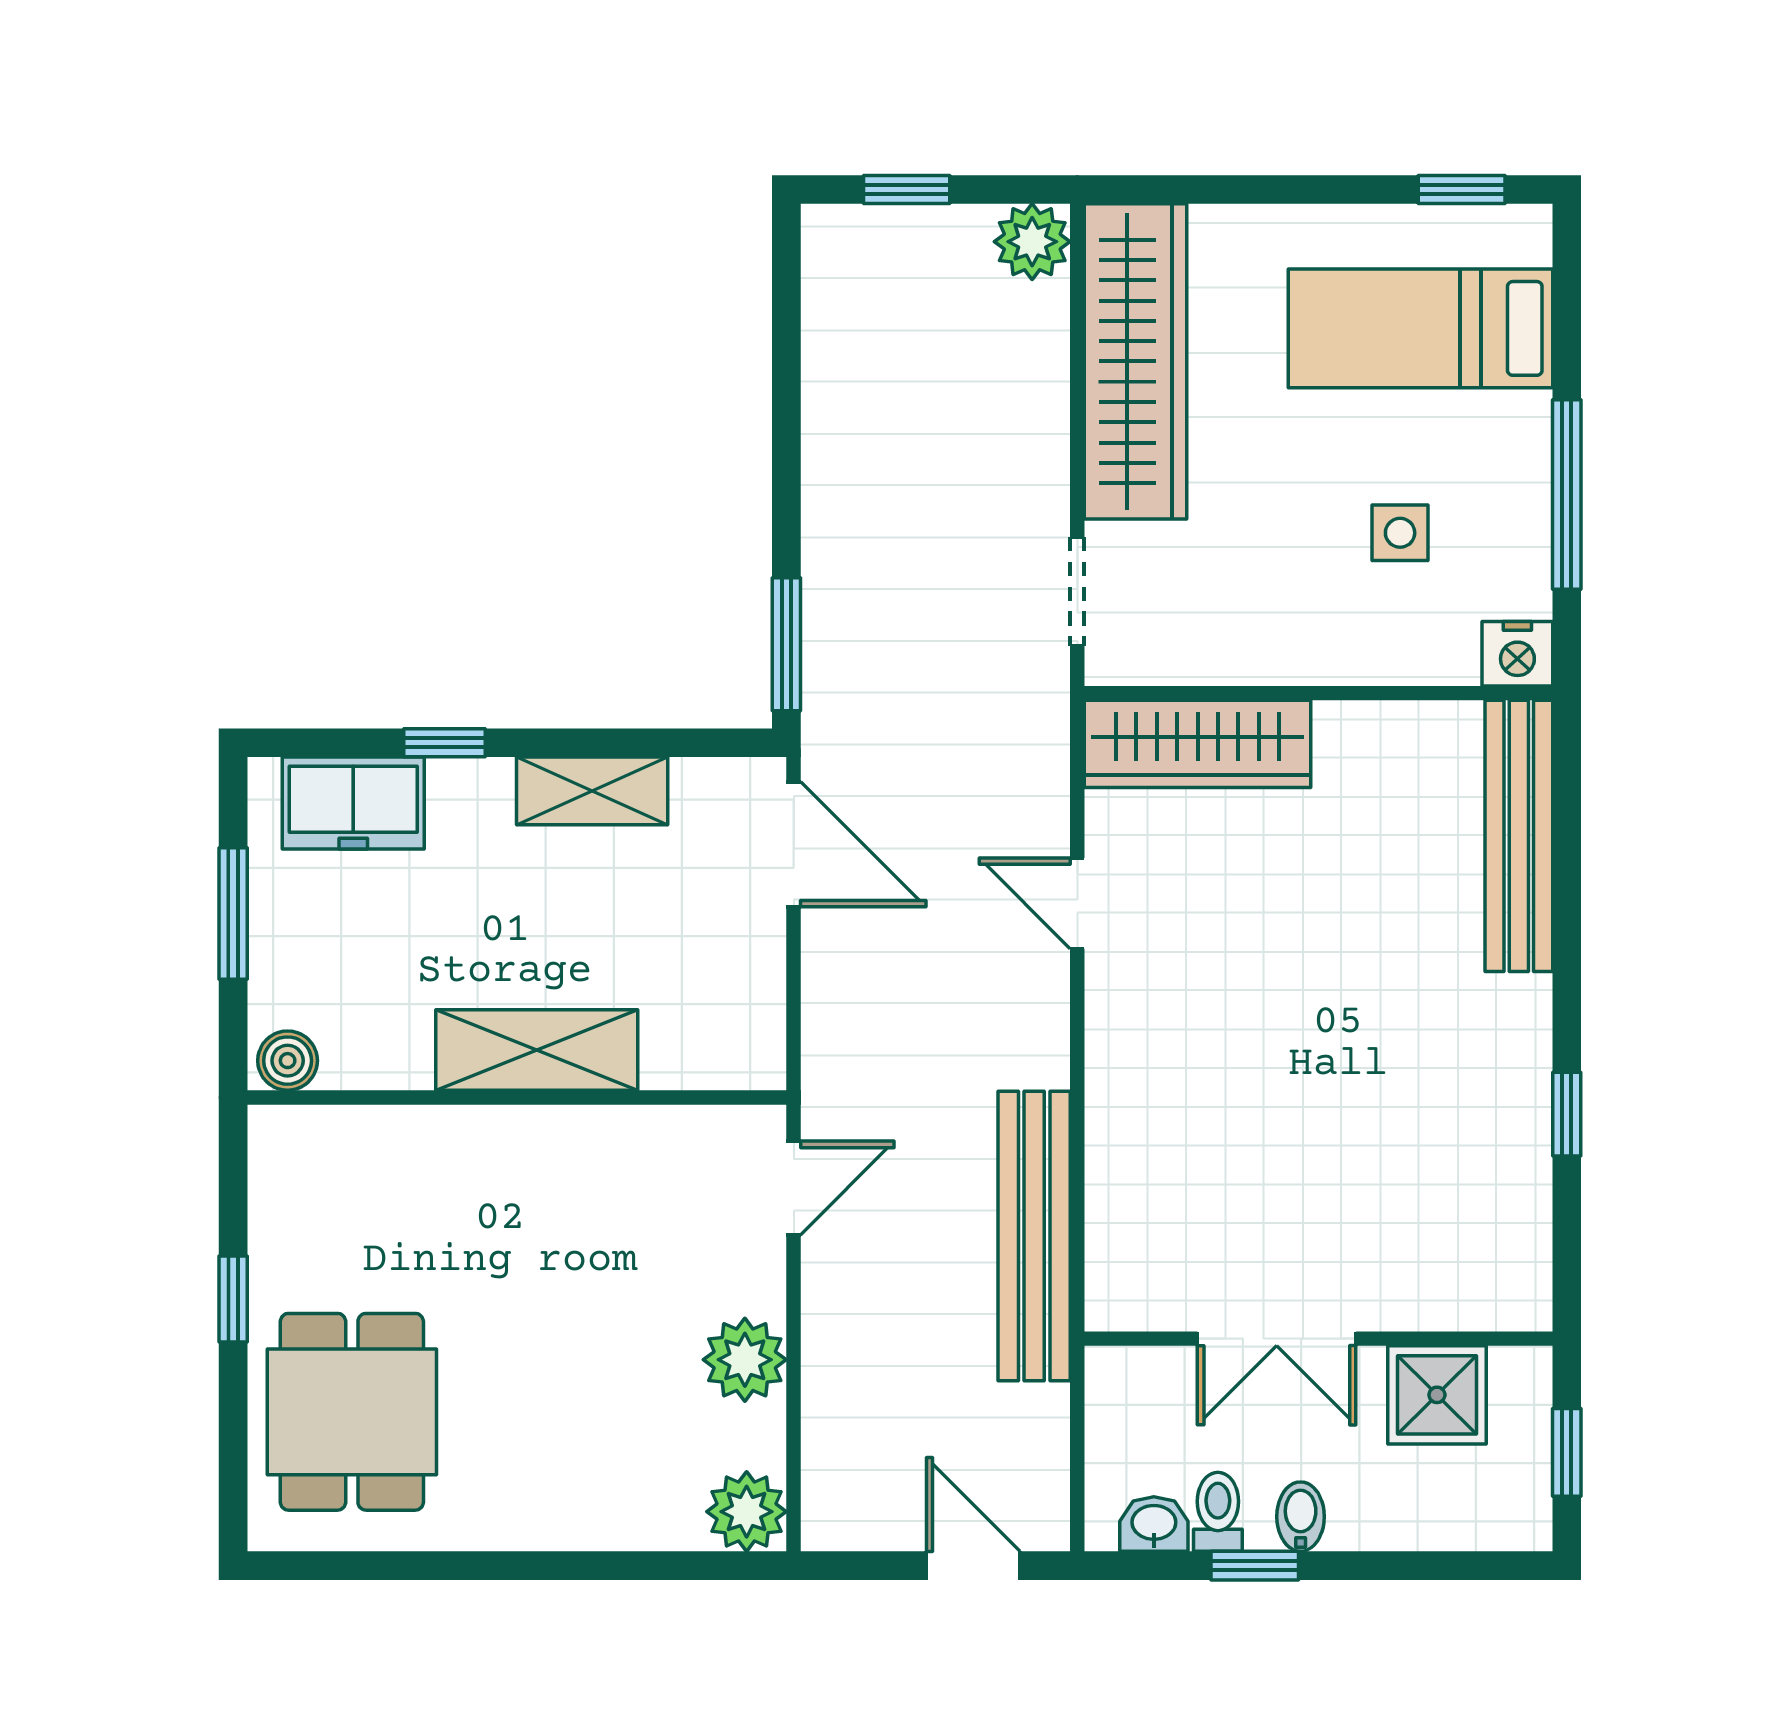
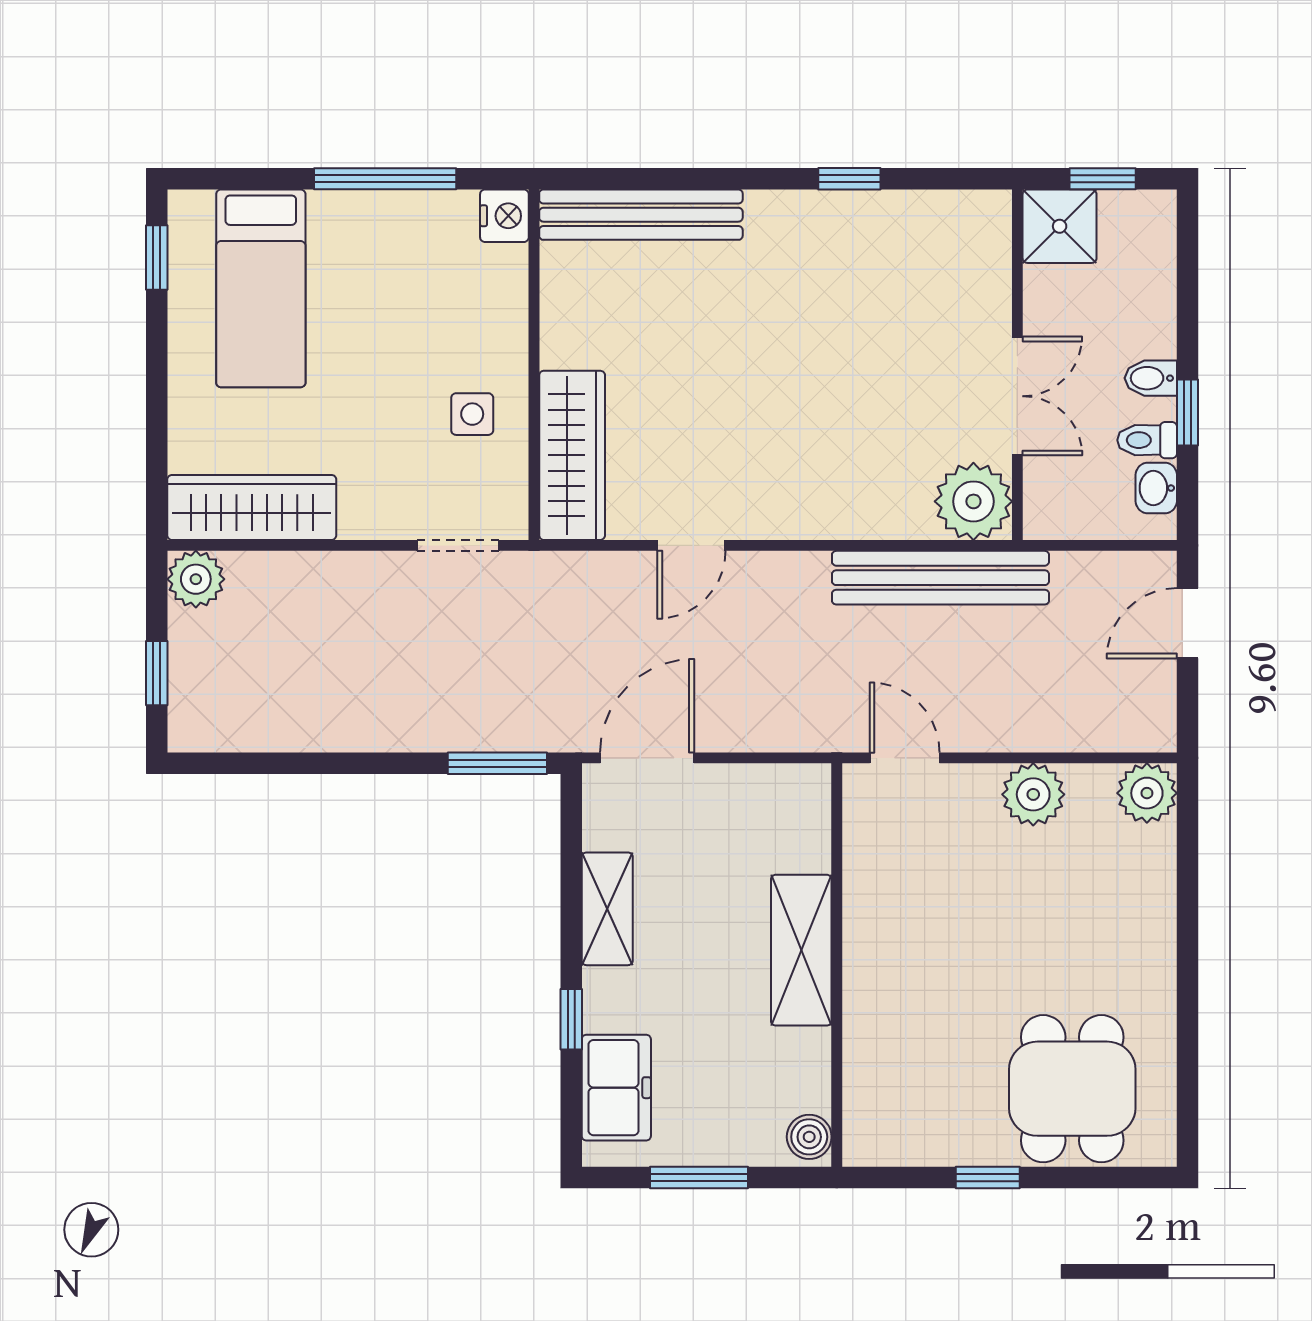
wardrobe: (1135, 361) -> (252, 507), width x0.71, depth x0.85
side table: (1400, 533) -> (472, 414), moved
plant: (1136, 1280) -> (973, 501), added
shower: (1437, 1395) -> (1060, 226), moved
dining table: (352, 1412) -> (1072, 1089), turned 90

